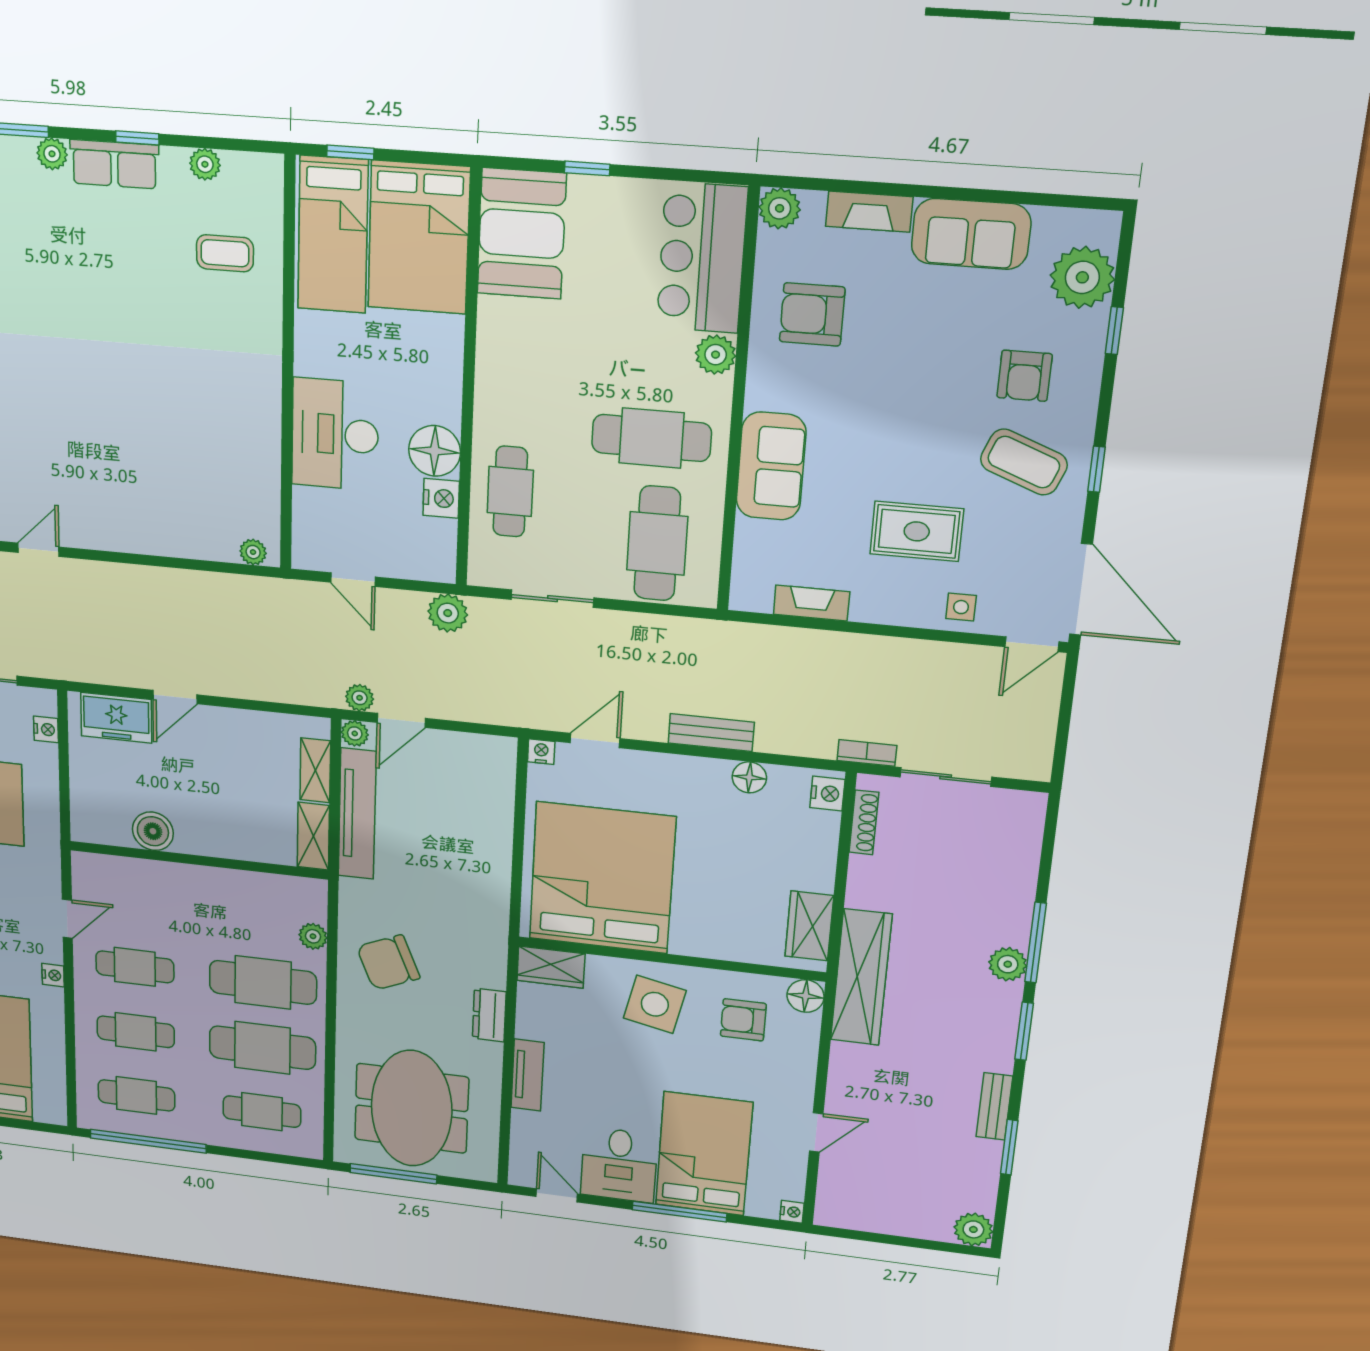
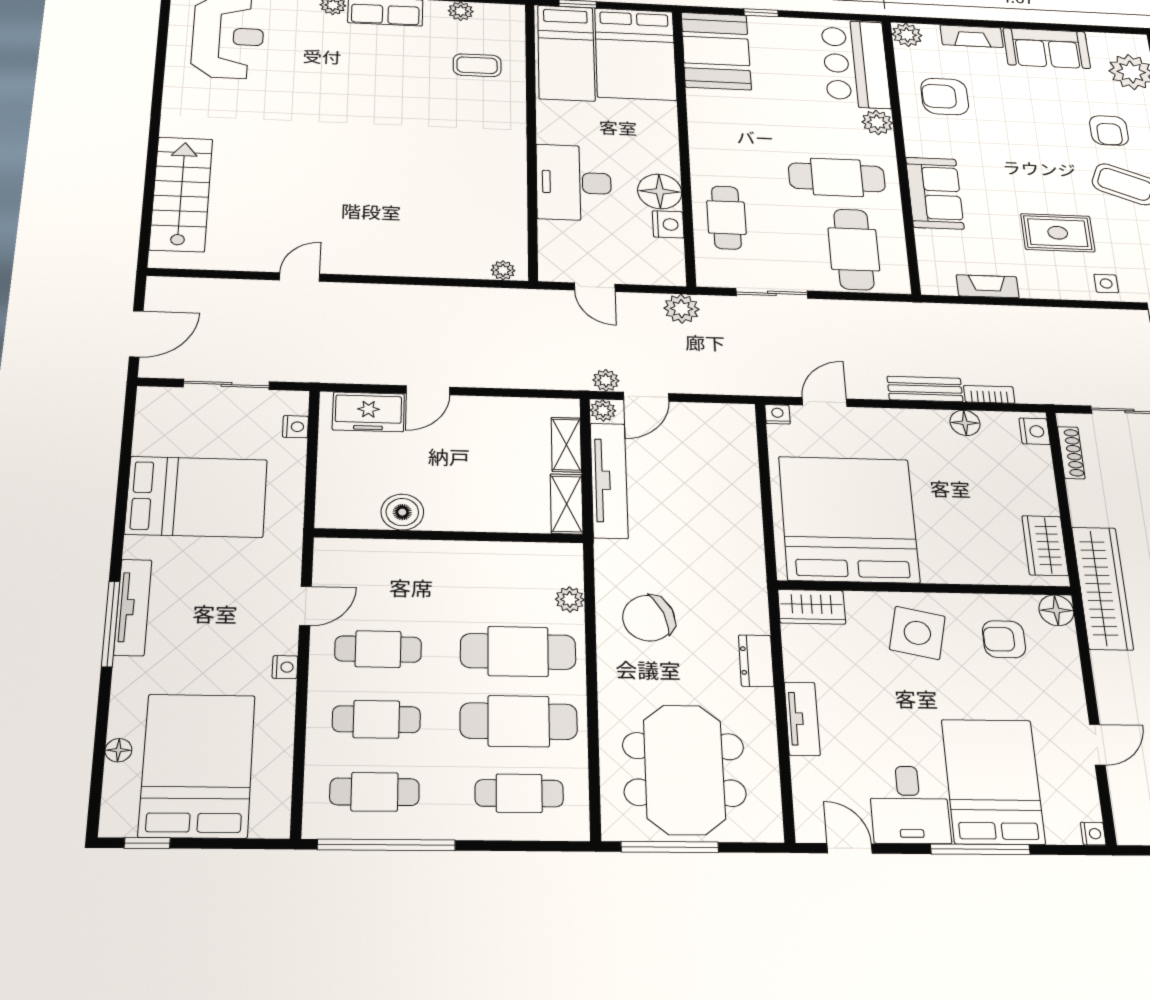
bookcase: (867, 753) -> (989, 394), moved

